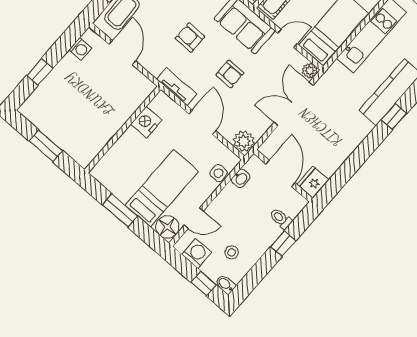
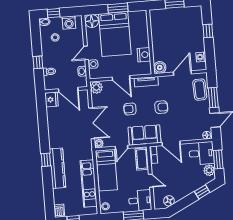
door: (122, 53) -> (182, 73), swing flipped
boiler: (143, 87) -> (160, 67), added
bed: (162, 188) -> (115, 34), width x1.50
door: (194, 218) -> (86, 53), moved

